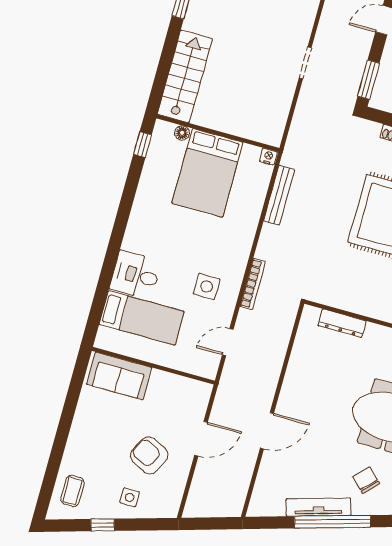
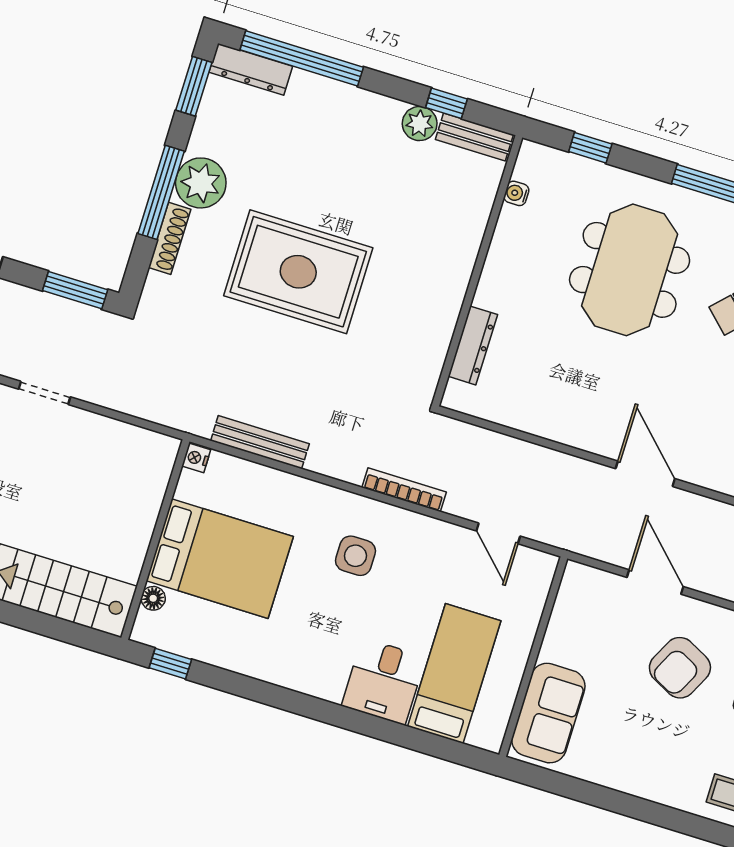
side table: (207, 286) -> (355, 556), moved

